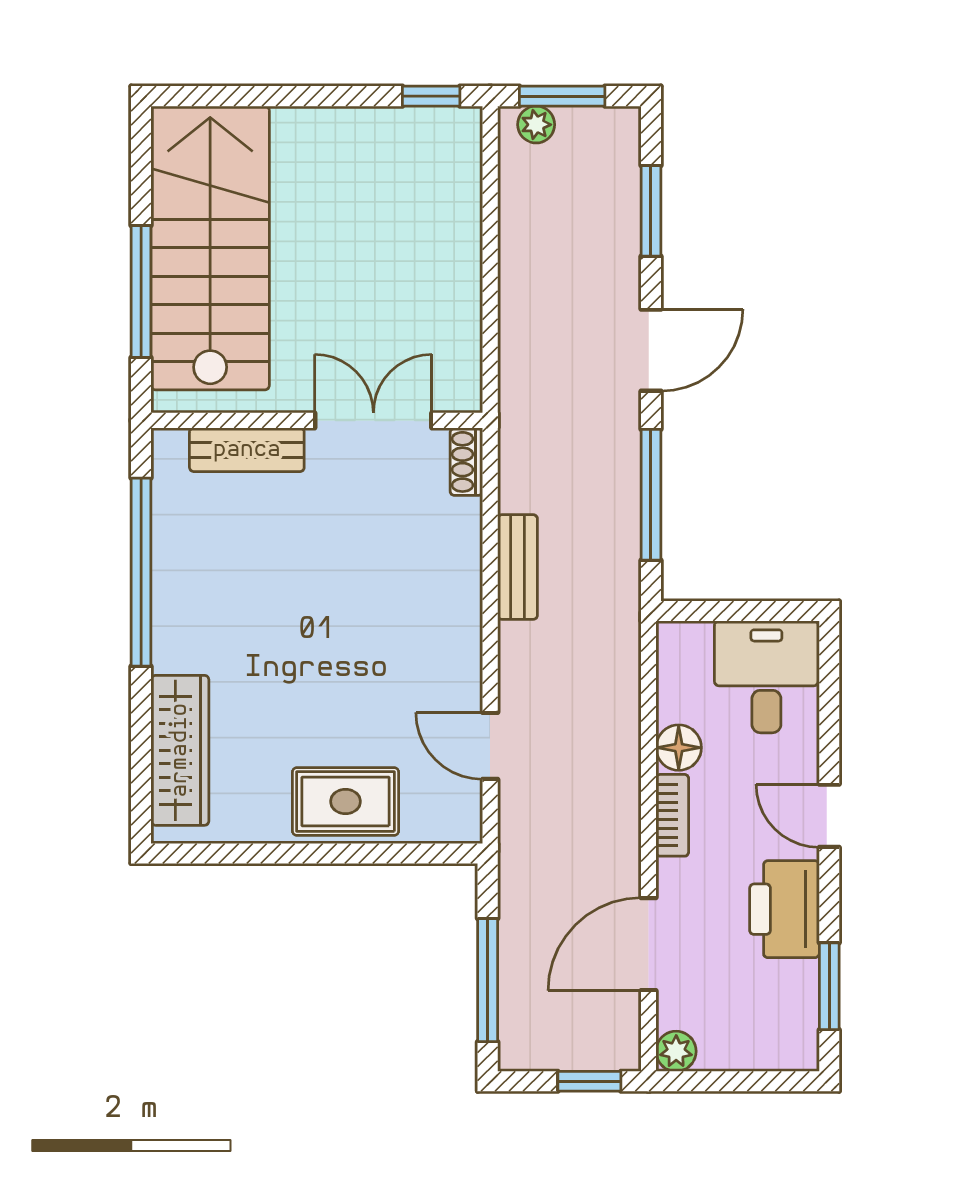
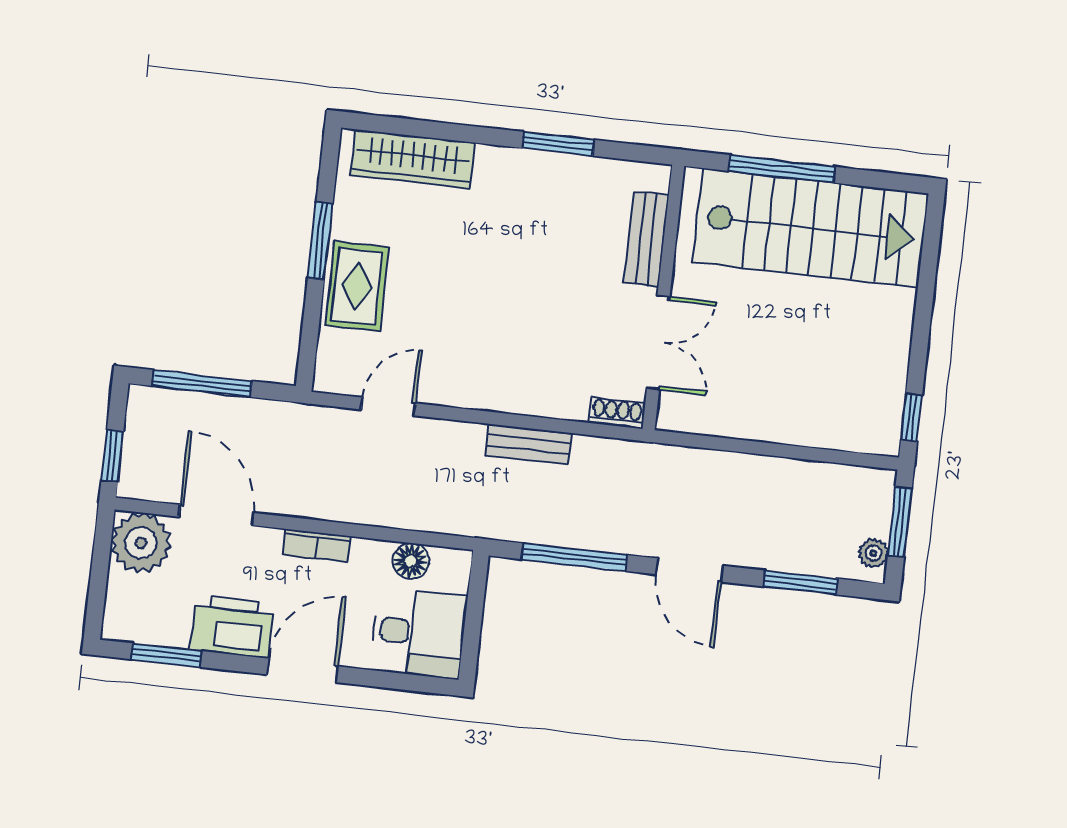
plant: (536, 125) -> (873, 553), moved
window: (141, 572) -> (558, 144), width x0.47
floor lamp: (679, 748) -> (411, 561), moved
door: (829, 816) -> (302, 670), width x1.38
window: (294, 854) -> (320, 241), added
plant: (676, 1051) -> (141, 543), width x1.88, depth x1.88

